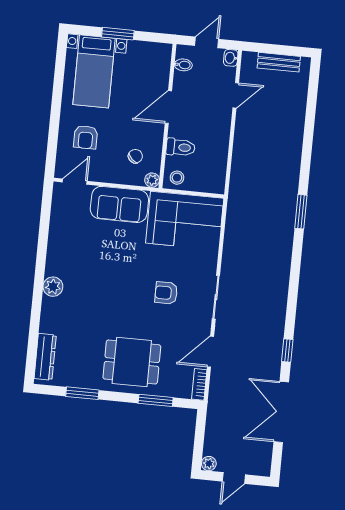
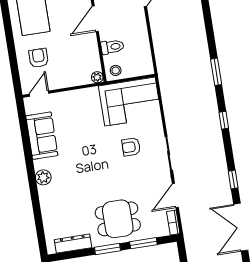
armchair: (86, 137) -> (39, 58), turned 180
chair: (135, 156) -> (80, 62), removed
sofa: (119, 204) -> (42, 136), moved, turned -90
window: (295, 274) -> (224, 120), added
armchair: (166, 293) -> (131, 147), moved
dresser: (45, 357) -> (73, 244), moved, turned -90
window: (82, 393) -> (107, 249), moved

